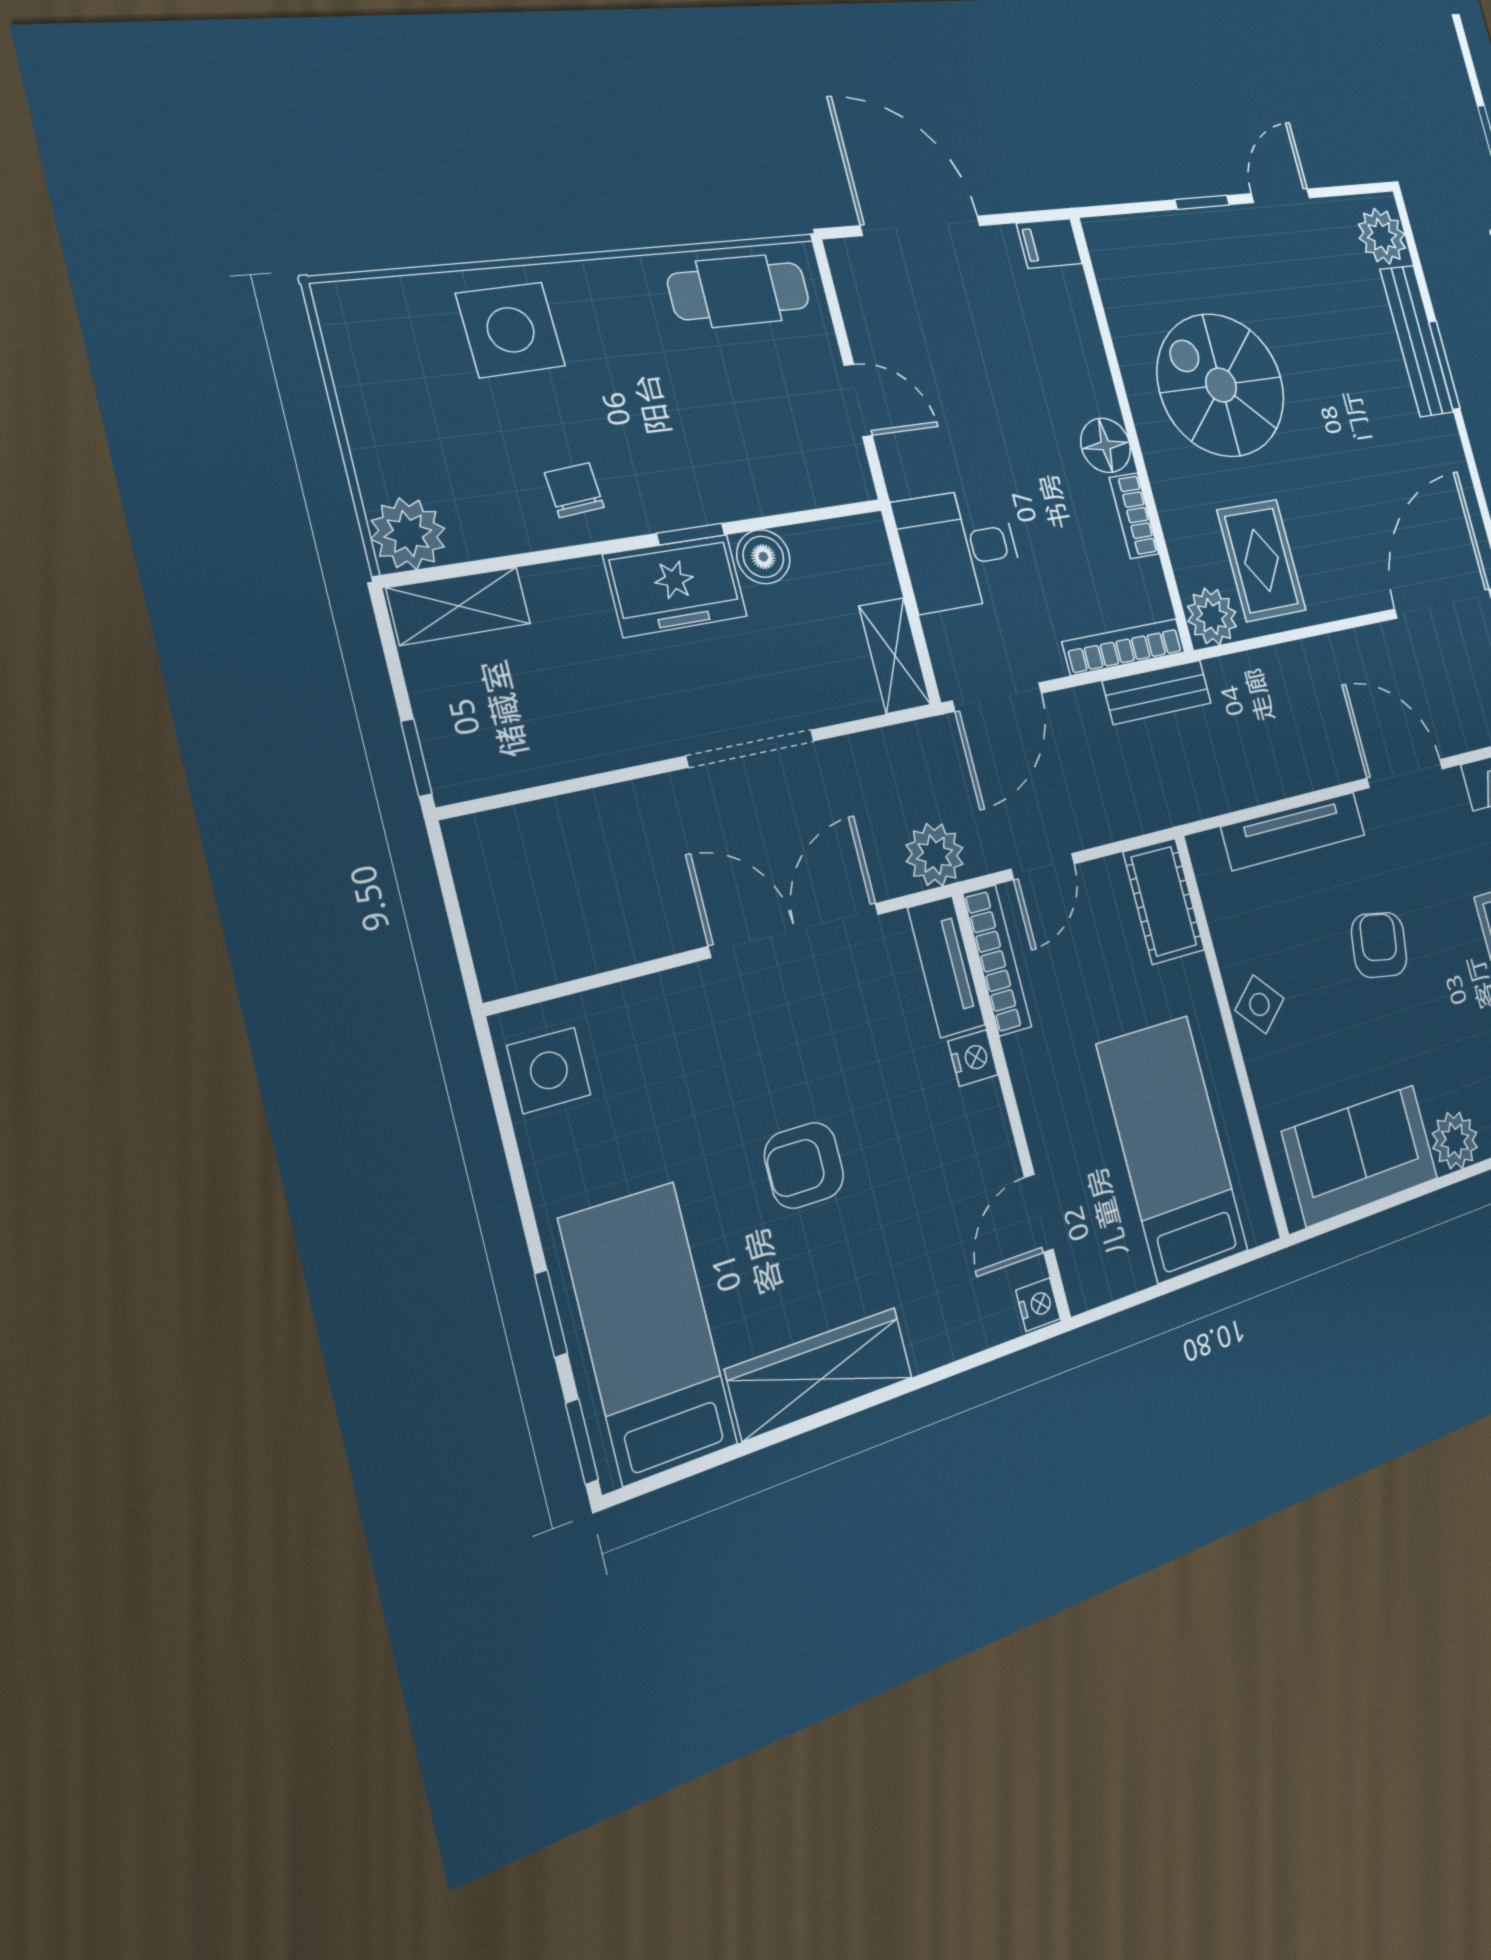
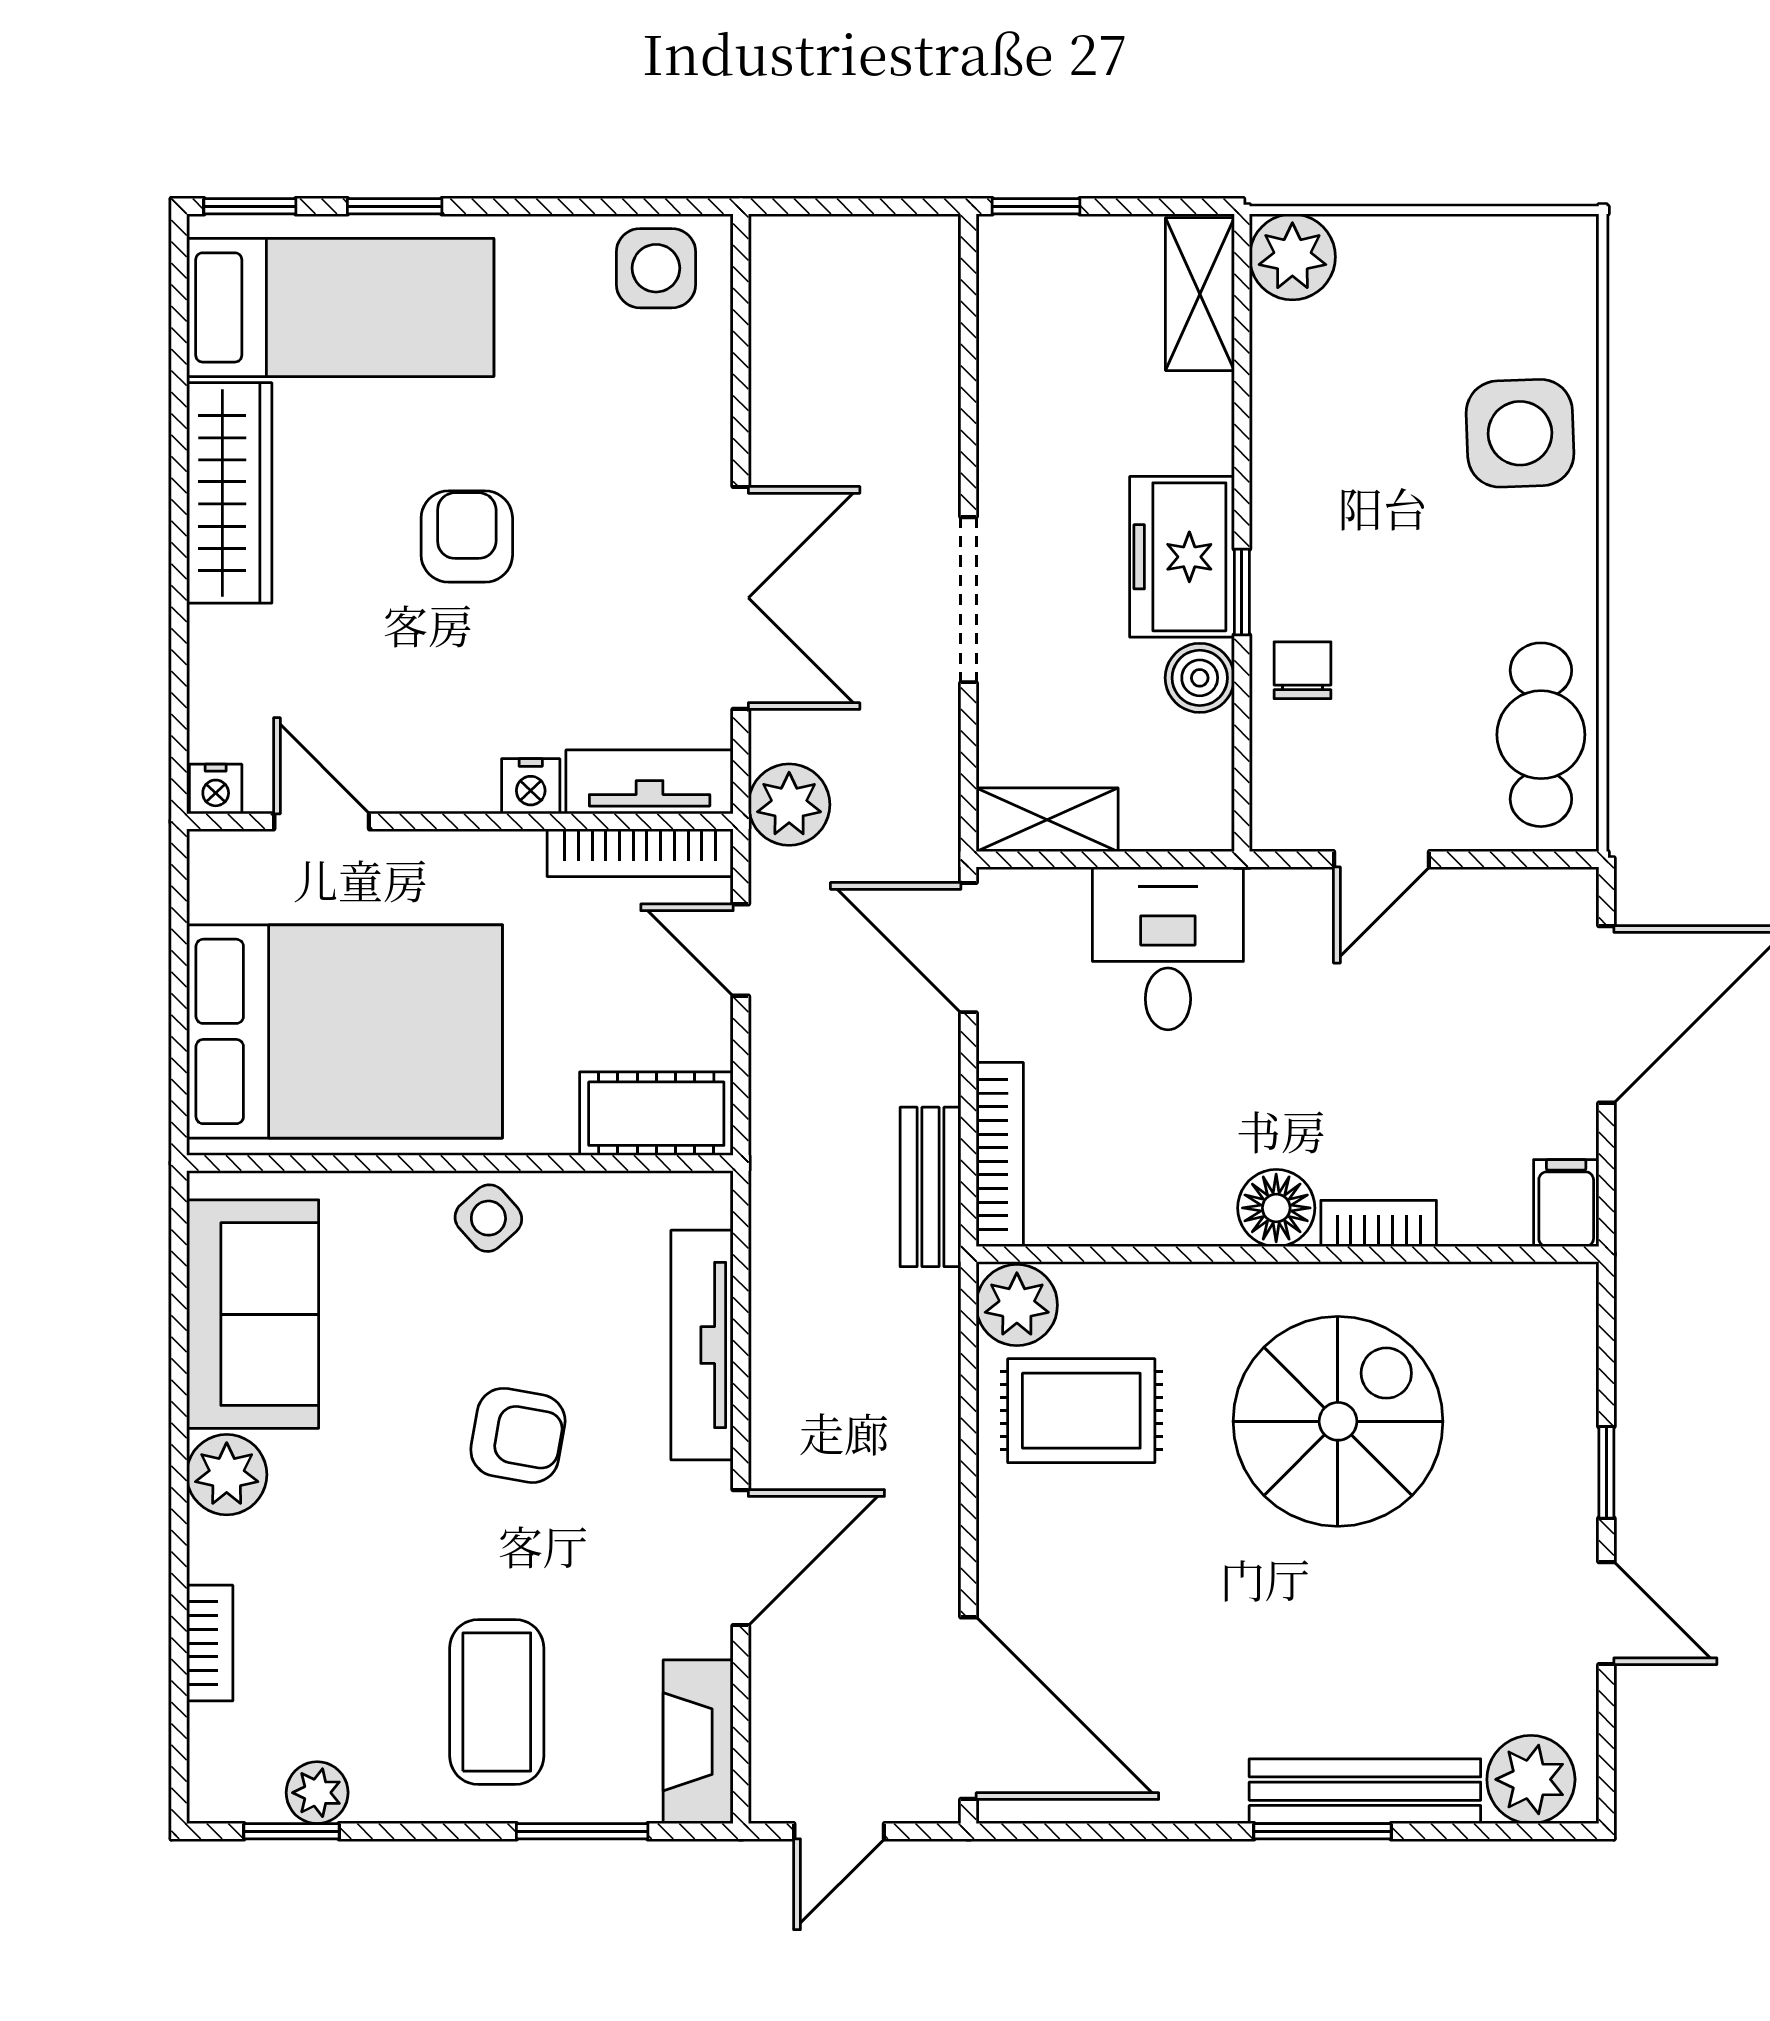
chair: (574, 490) -> (1302, 670), moved, turned -85
bookcase: (1134, 516) -> (1379, 1223), moved
bed: (1172, 1148) -> (344, 1031), width x1.50

